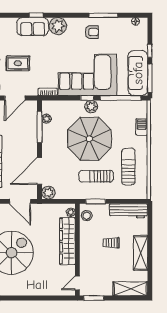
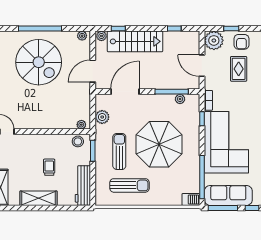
window: (87, 98) -> (202, 119), moved
plant: (91, 107) -> (193, 146), removed
barbecue: (142, 127) -> (191, 199), moved
door: (39, 171) -> (125, 92), hinge flipped
plant: (48, 193) -> (102, 117), moved
wardrobe: (67, 241) -> (51, 121), removed

